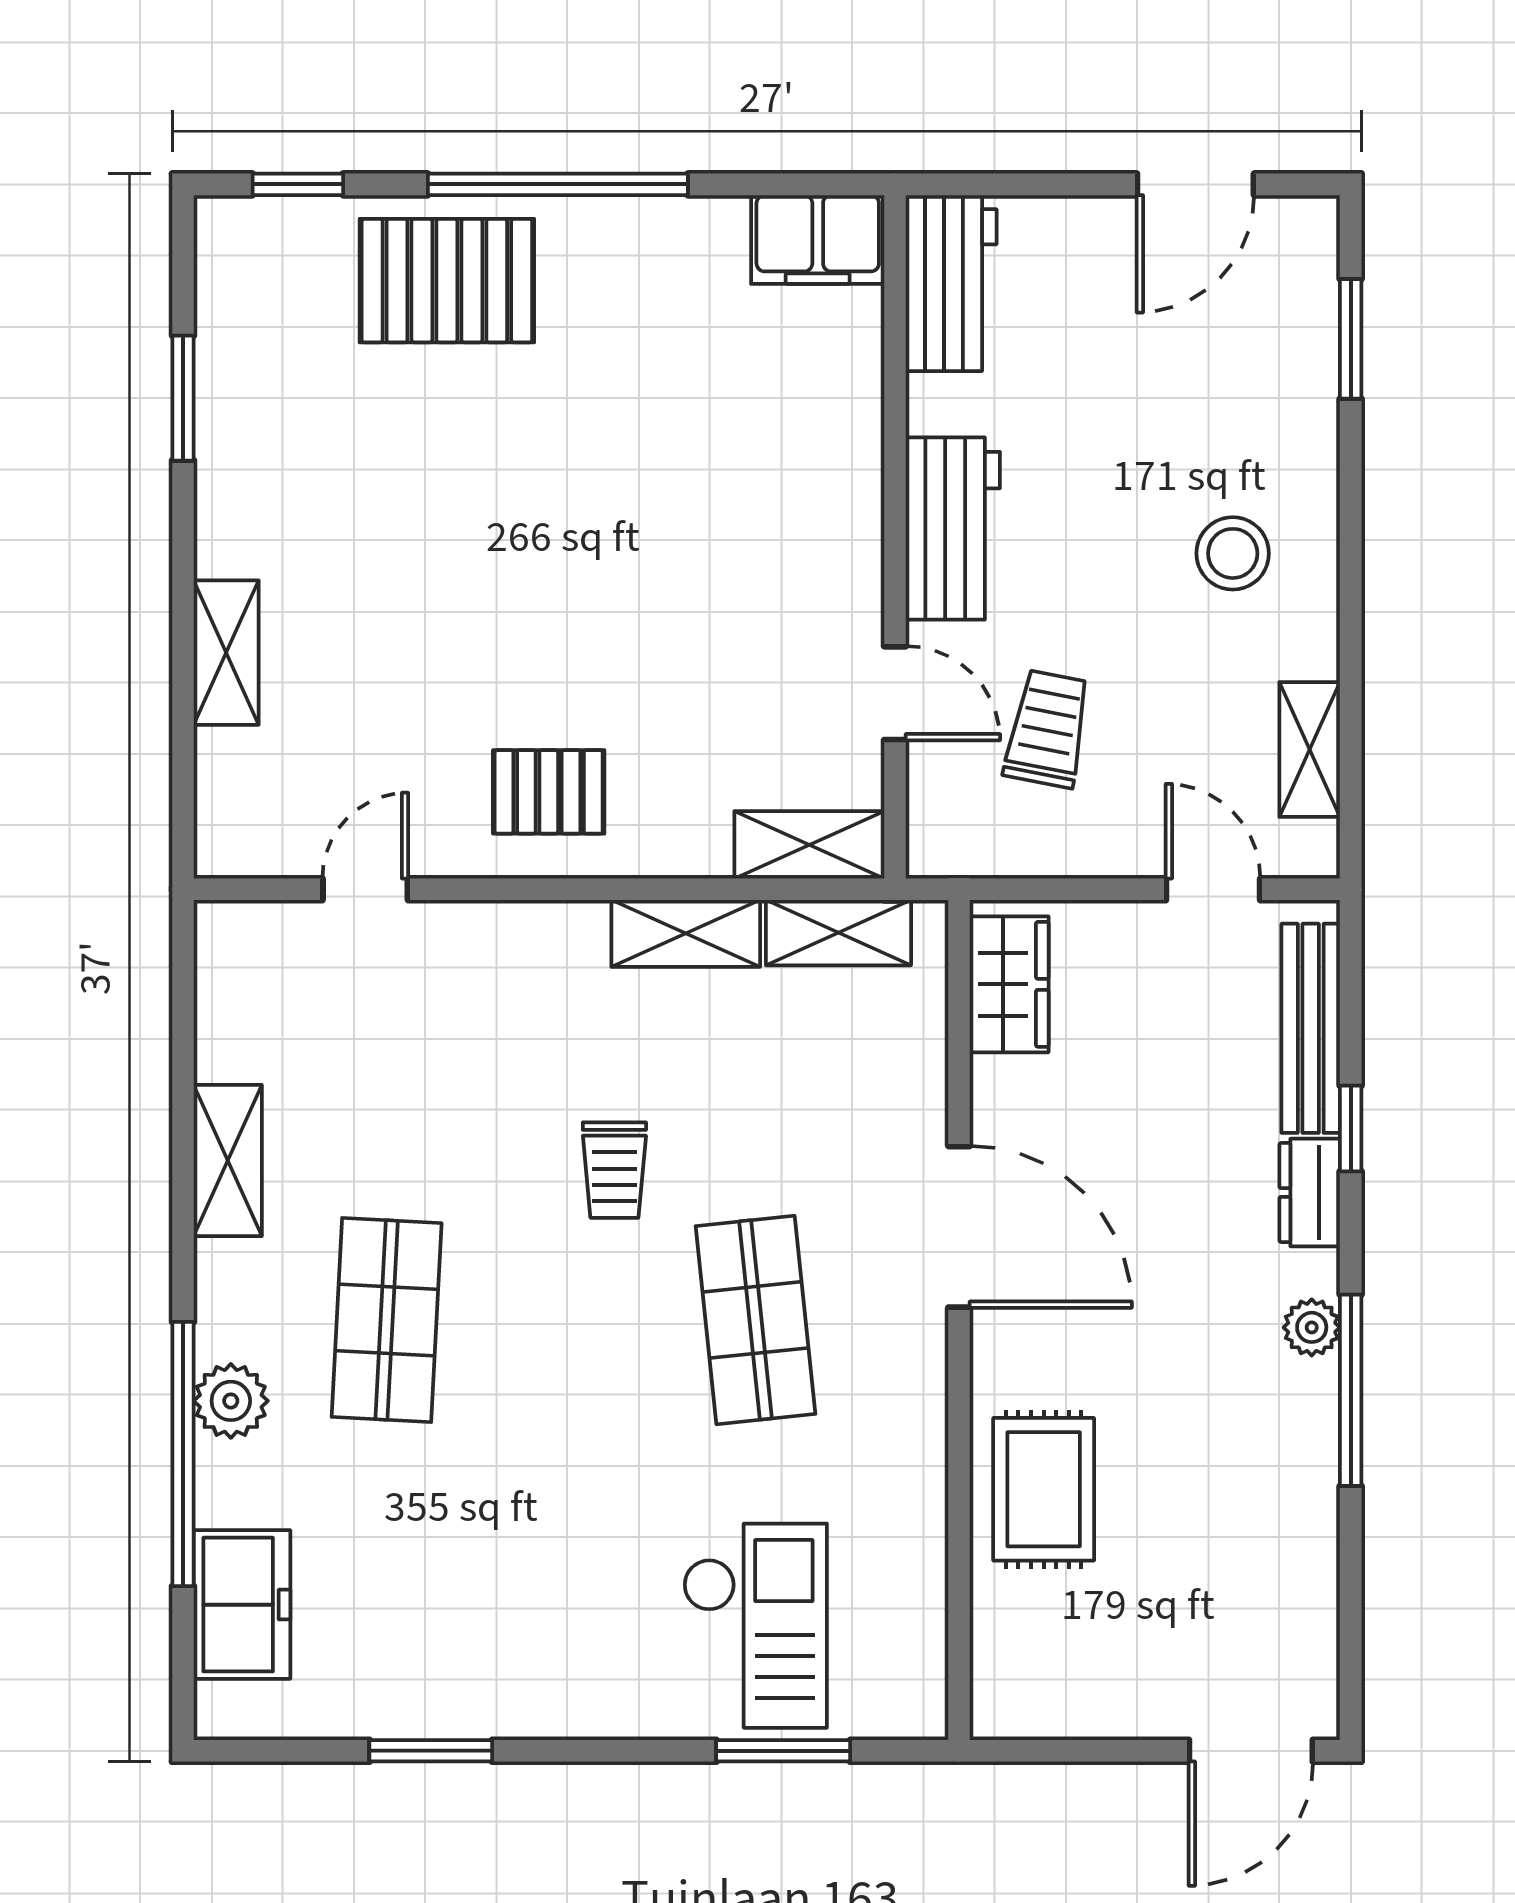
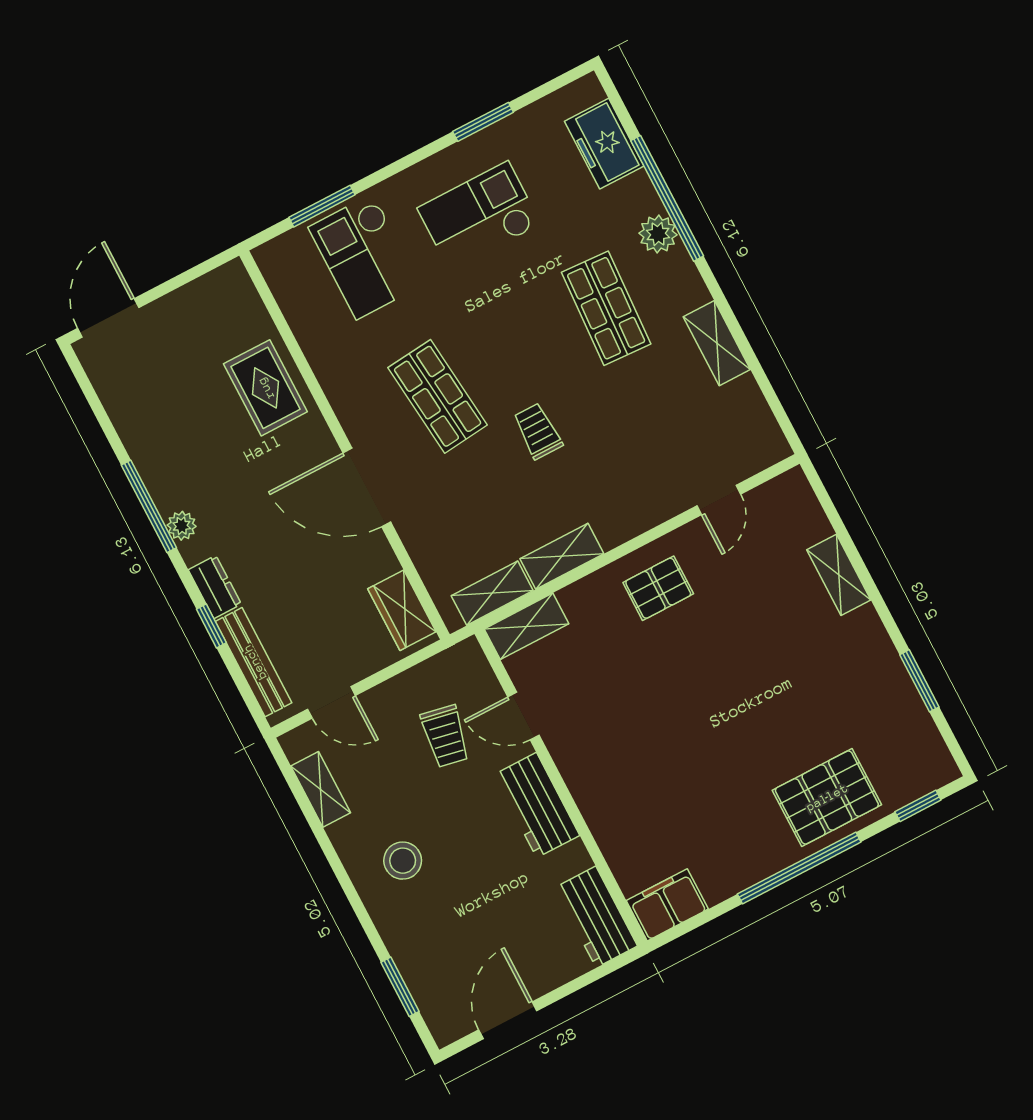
checkout: (522, 1592) -> (479, 216), added

